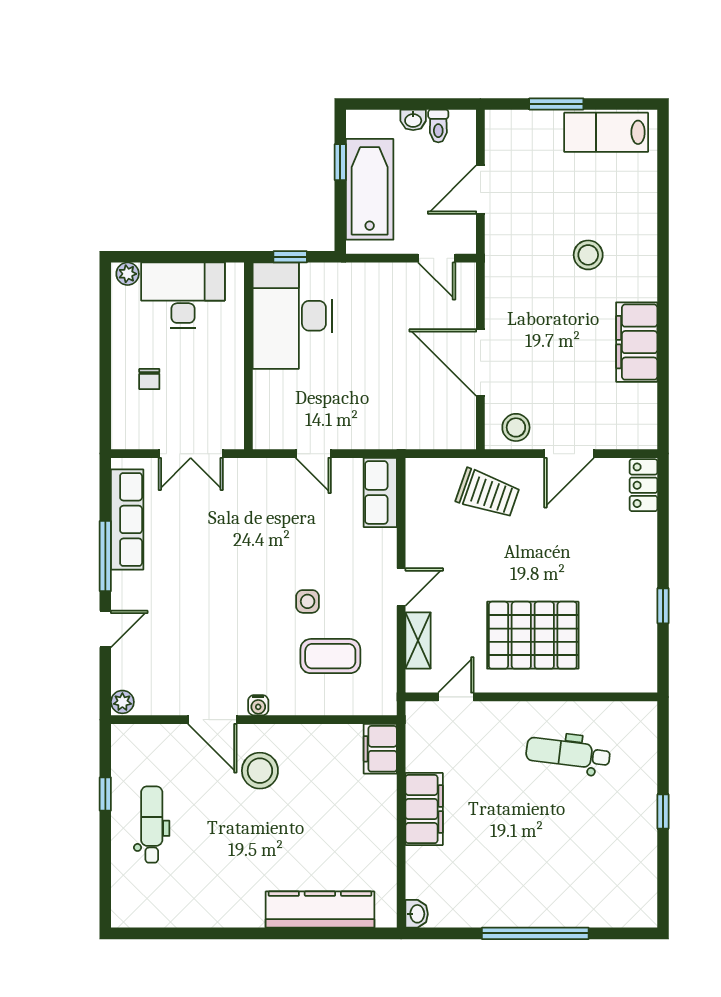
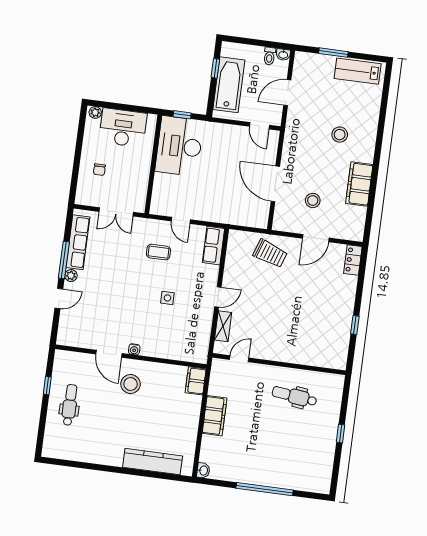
washbasin: (413, 120) -> (283, 55), moved
stool: (516, 427) -> (313, 200), moved
pallet: (533, 635) -> (284, 331), removed
coffee table: (330, 656) -> (158, 252), moved, width x0.73, depth x0.77
plant: (122, 702) -> (71, 276), moved

